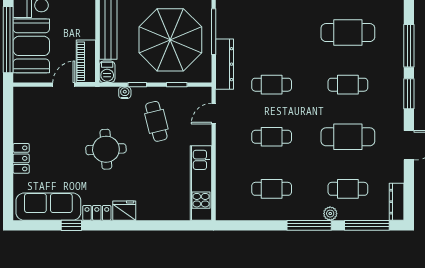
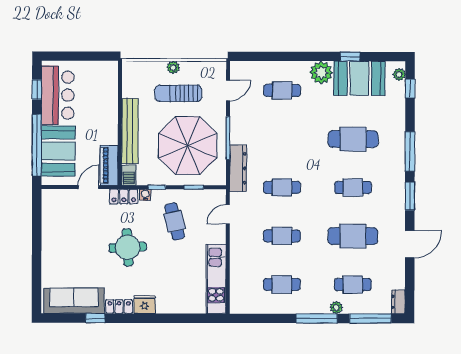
locker: (21, 158) -> (124, 196), moved, turned 90
dresser: (397, 202) -> (398, 302), width x0.70

